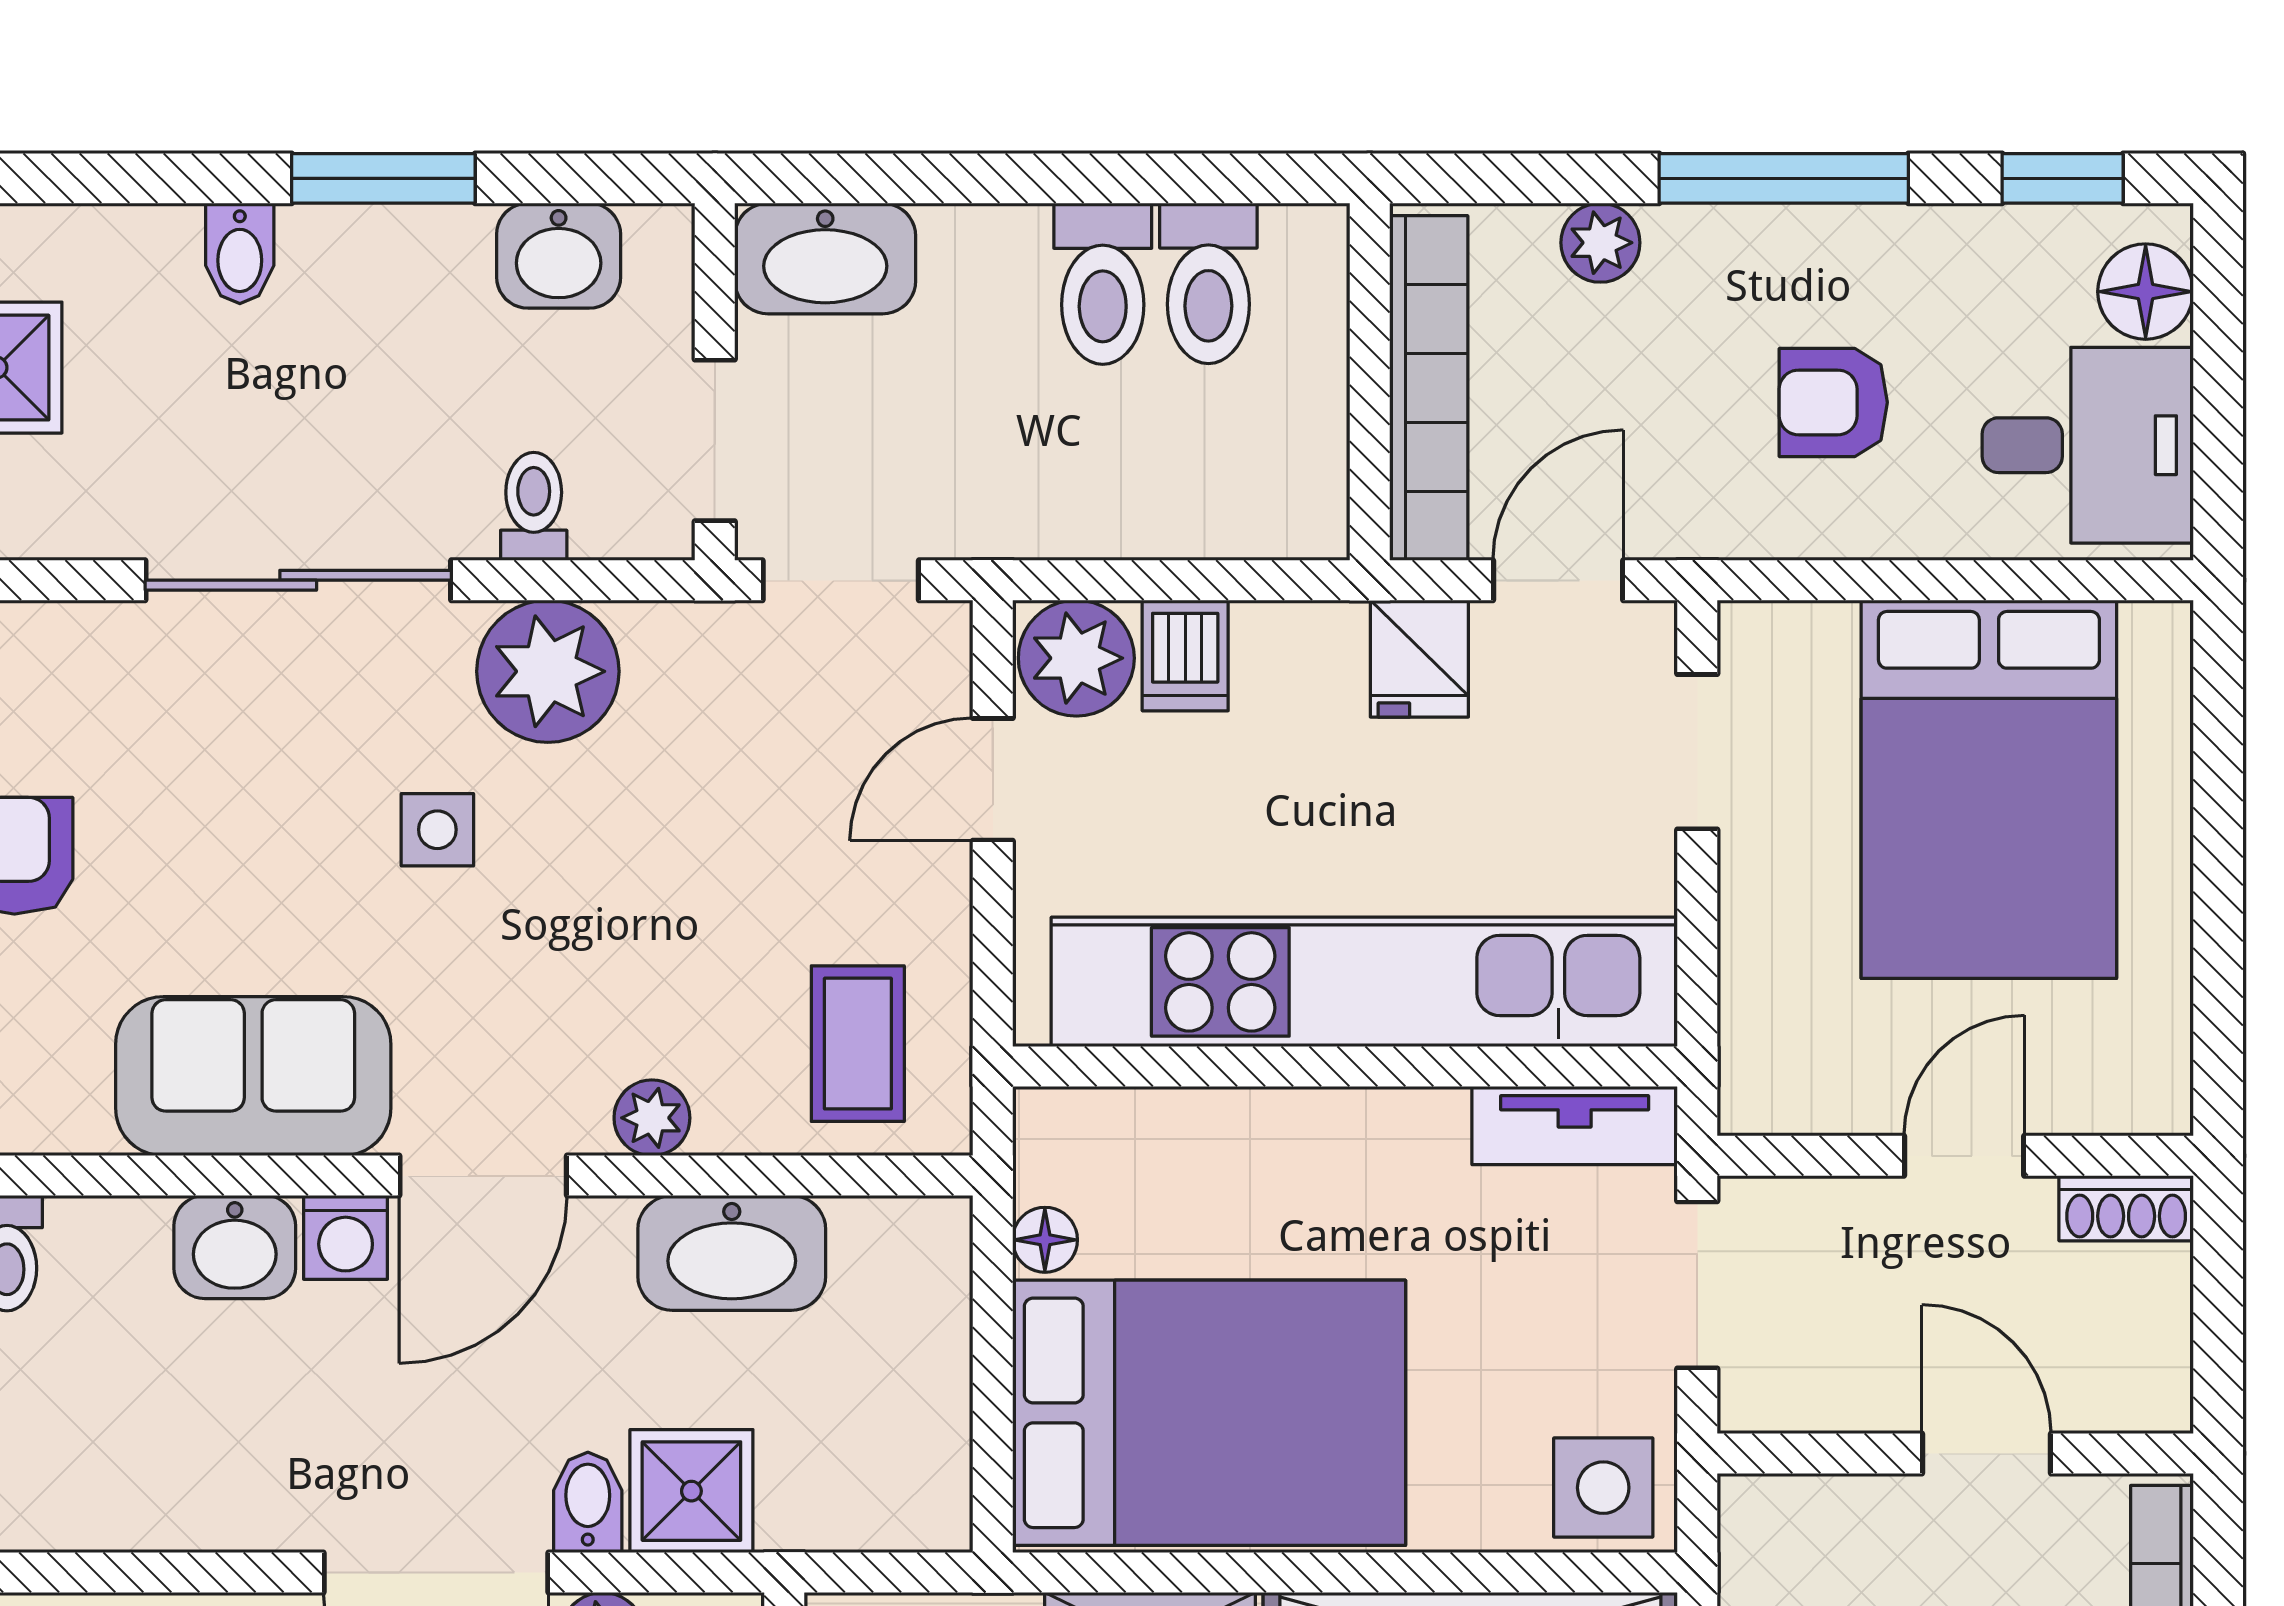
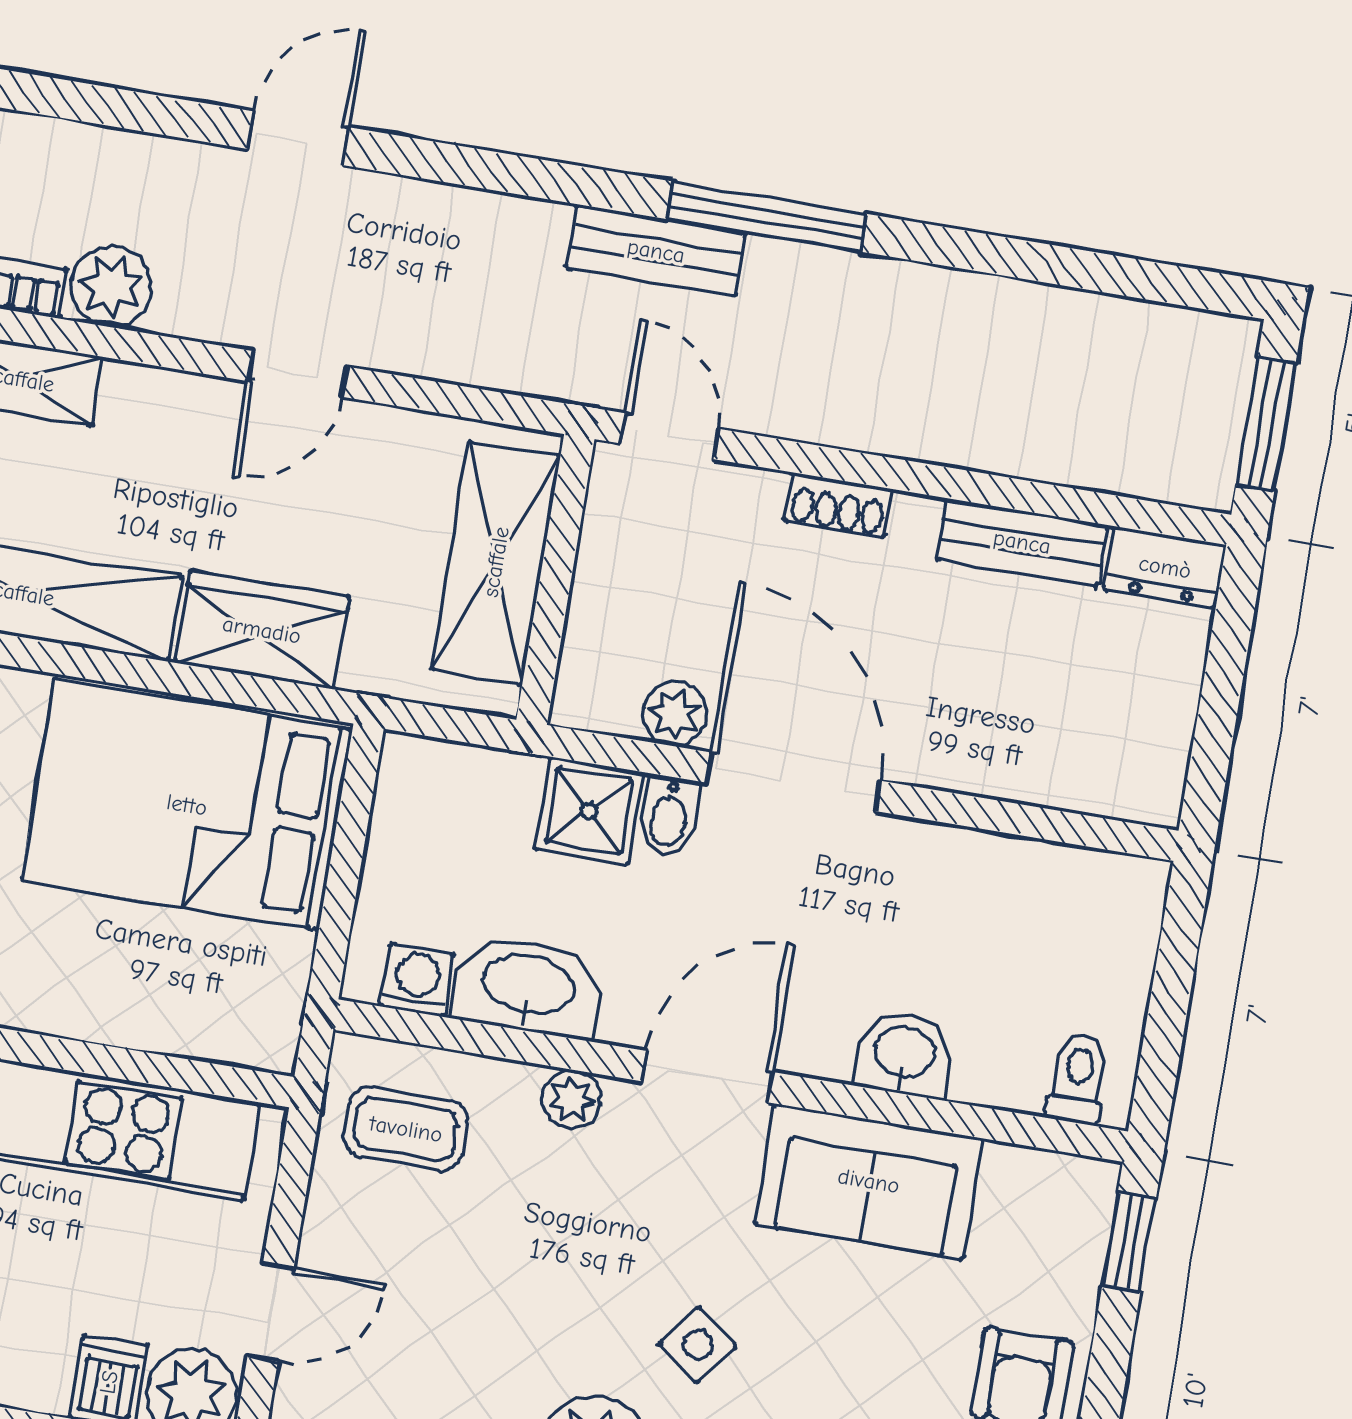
side table: (437, 830) -> (698, 1345), turned 37
coffee table: (858, 1044) -> (406, 1129), turned 90
washing machine: (346, 1237) -> (417, 980), moved
floor lamp: (1045, 1240) -> (289, 957), removed

